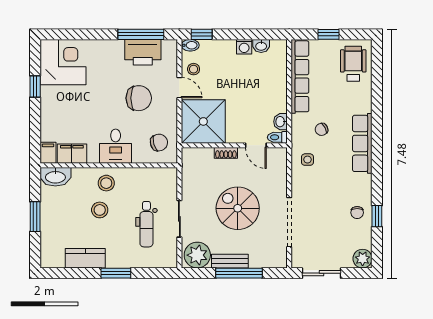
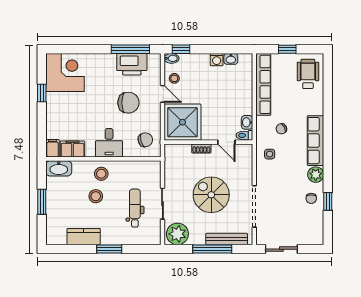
dental chair: (146, 224) -> (135, 208), turned 180
plant: (363, 259) -> (316, 175), moved
bench: (230, 261) -> (227, 239), moved, width x1.36

